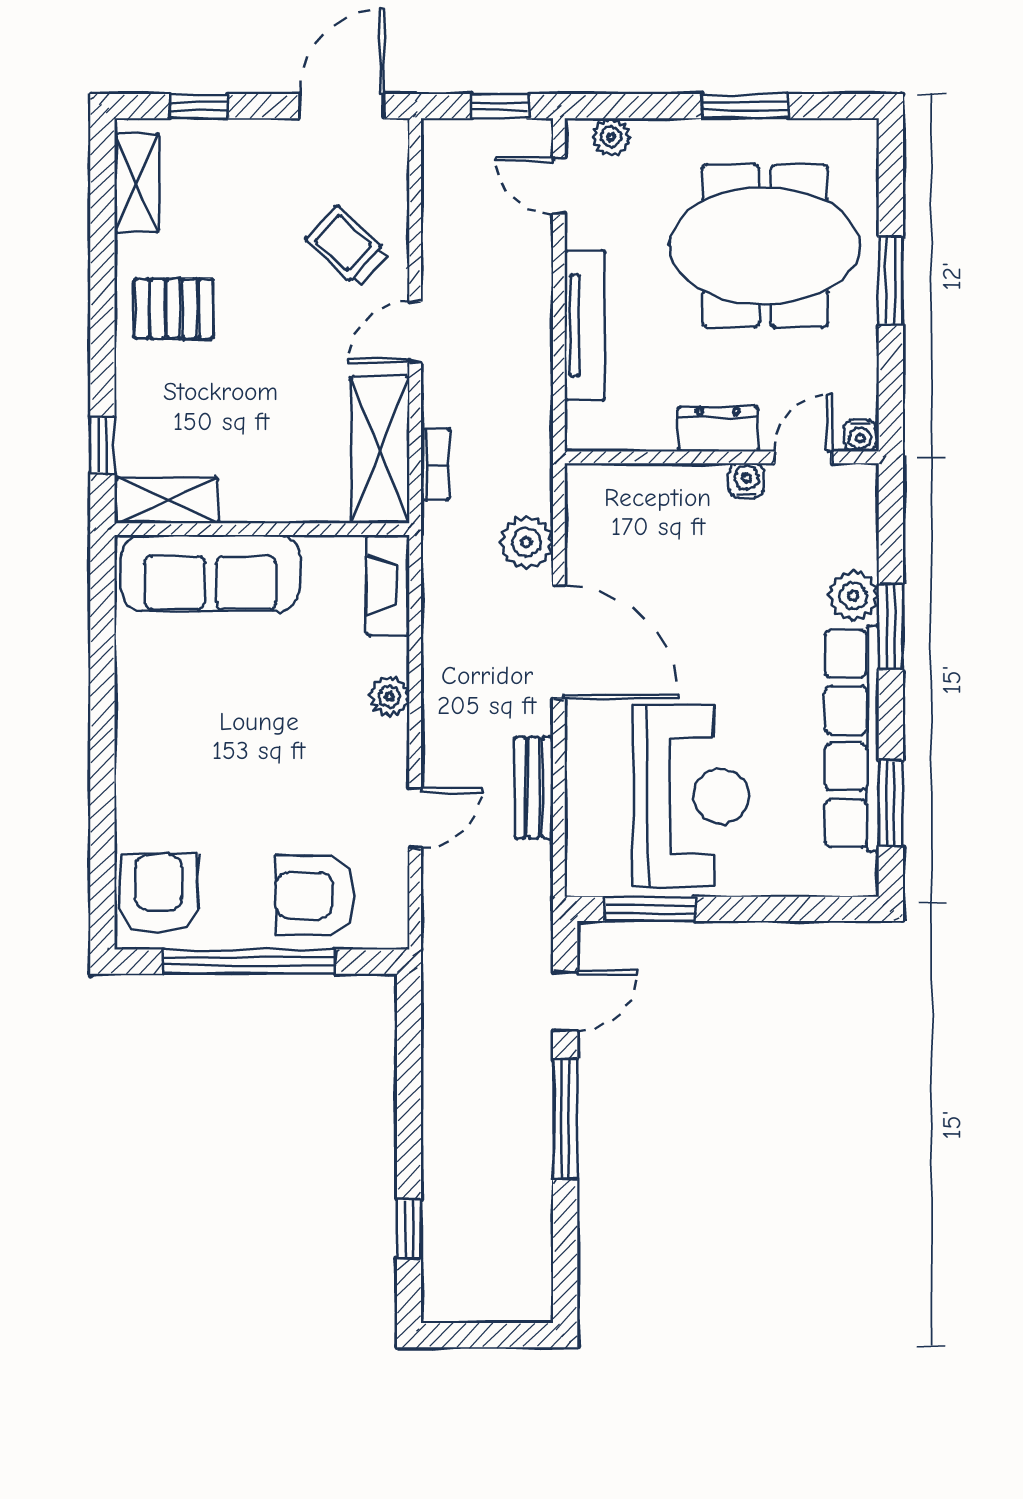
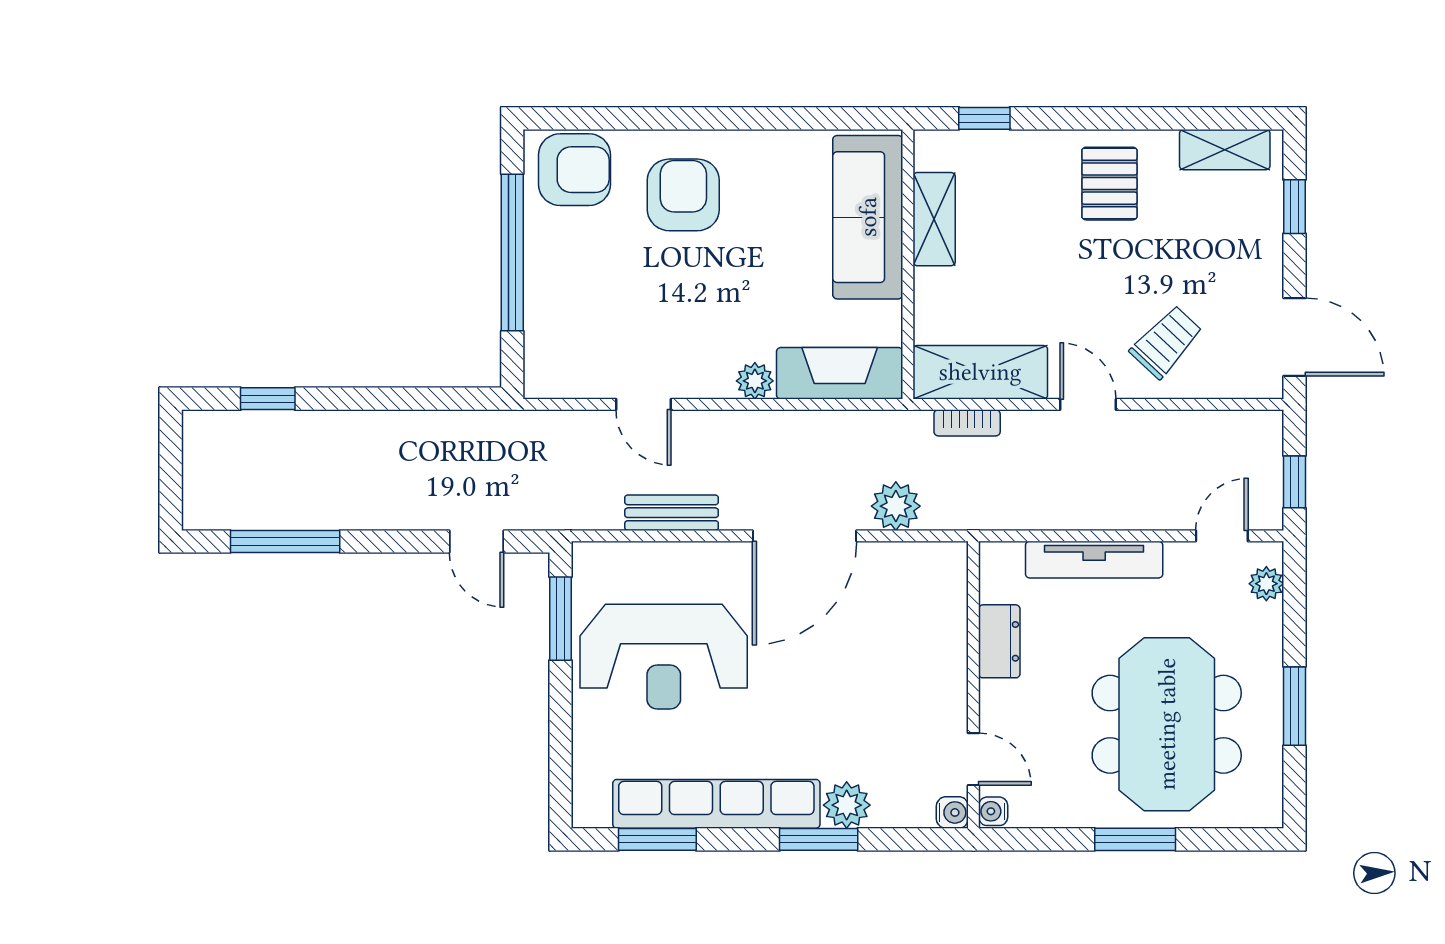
dresser: (718, 429) -> (999, 641), moved
water cooler: (746, 480) -> (952, 812), moved
shelving: (167, 500) -> (934, 219), moved
fireplace: (388, 585) -> (840, 373), width x1.37, depth x1.32
armchair: (315, 895) -> (683, 195), moved
window: (565, 1119) -> (285, 541), moved

